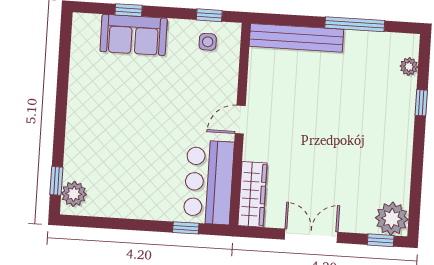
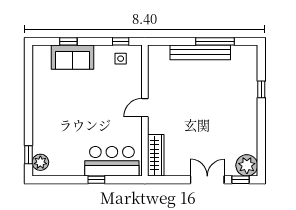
bench: (296, 38) -> (200, 52), moved
plant: (409, 66) -> (252, 66), removed
bar counter: (209, 182) -> (112, 161), moved, turned 90
window: (186, 228) -> (96, 180), moved
double door: (311, 236) -> (207, 180), moved

